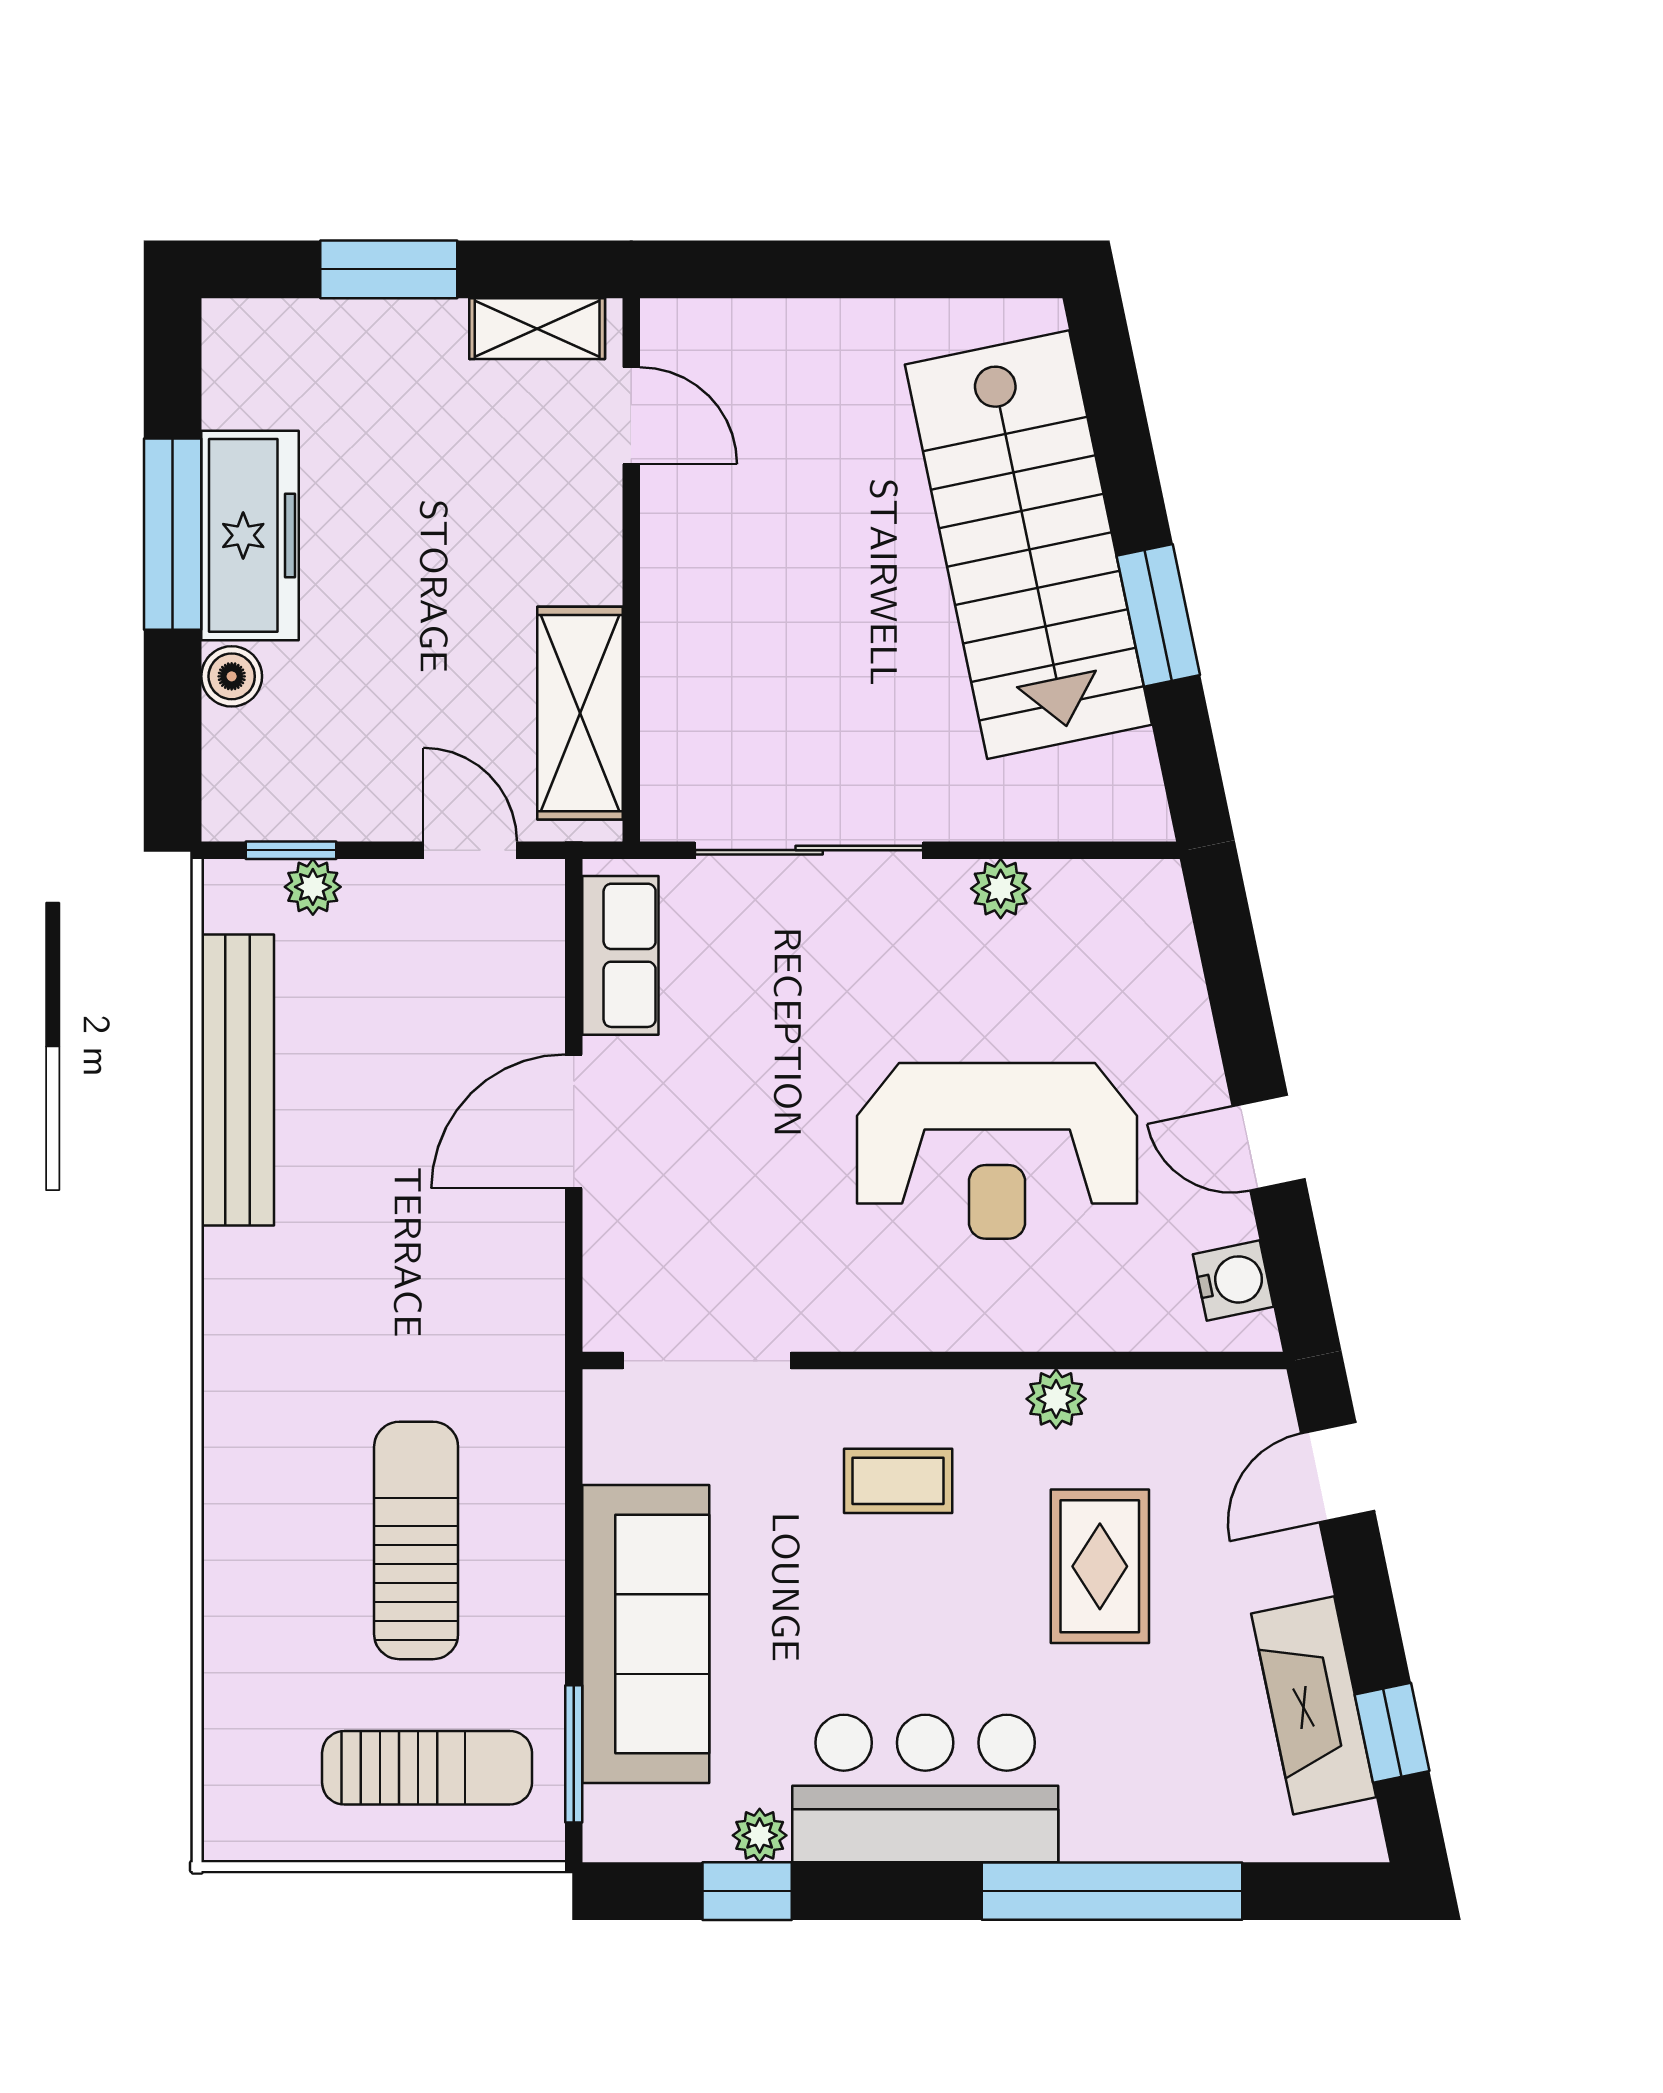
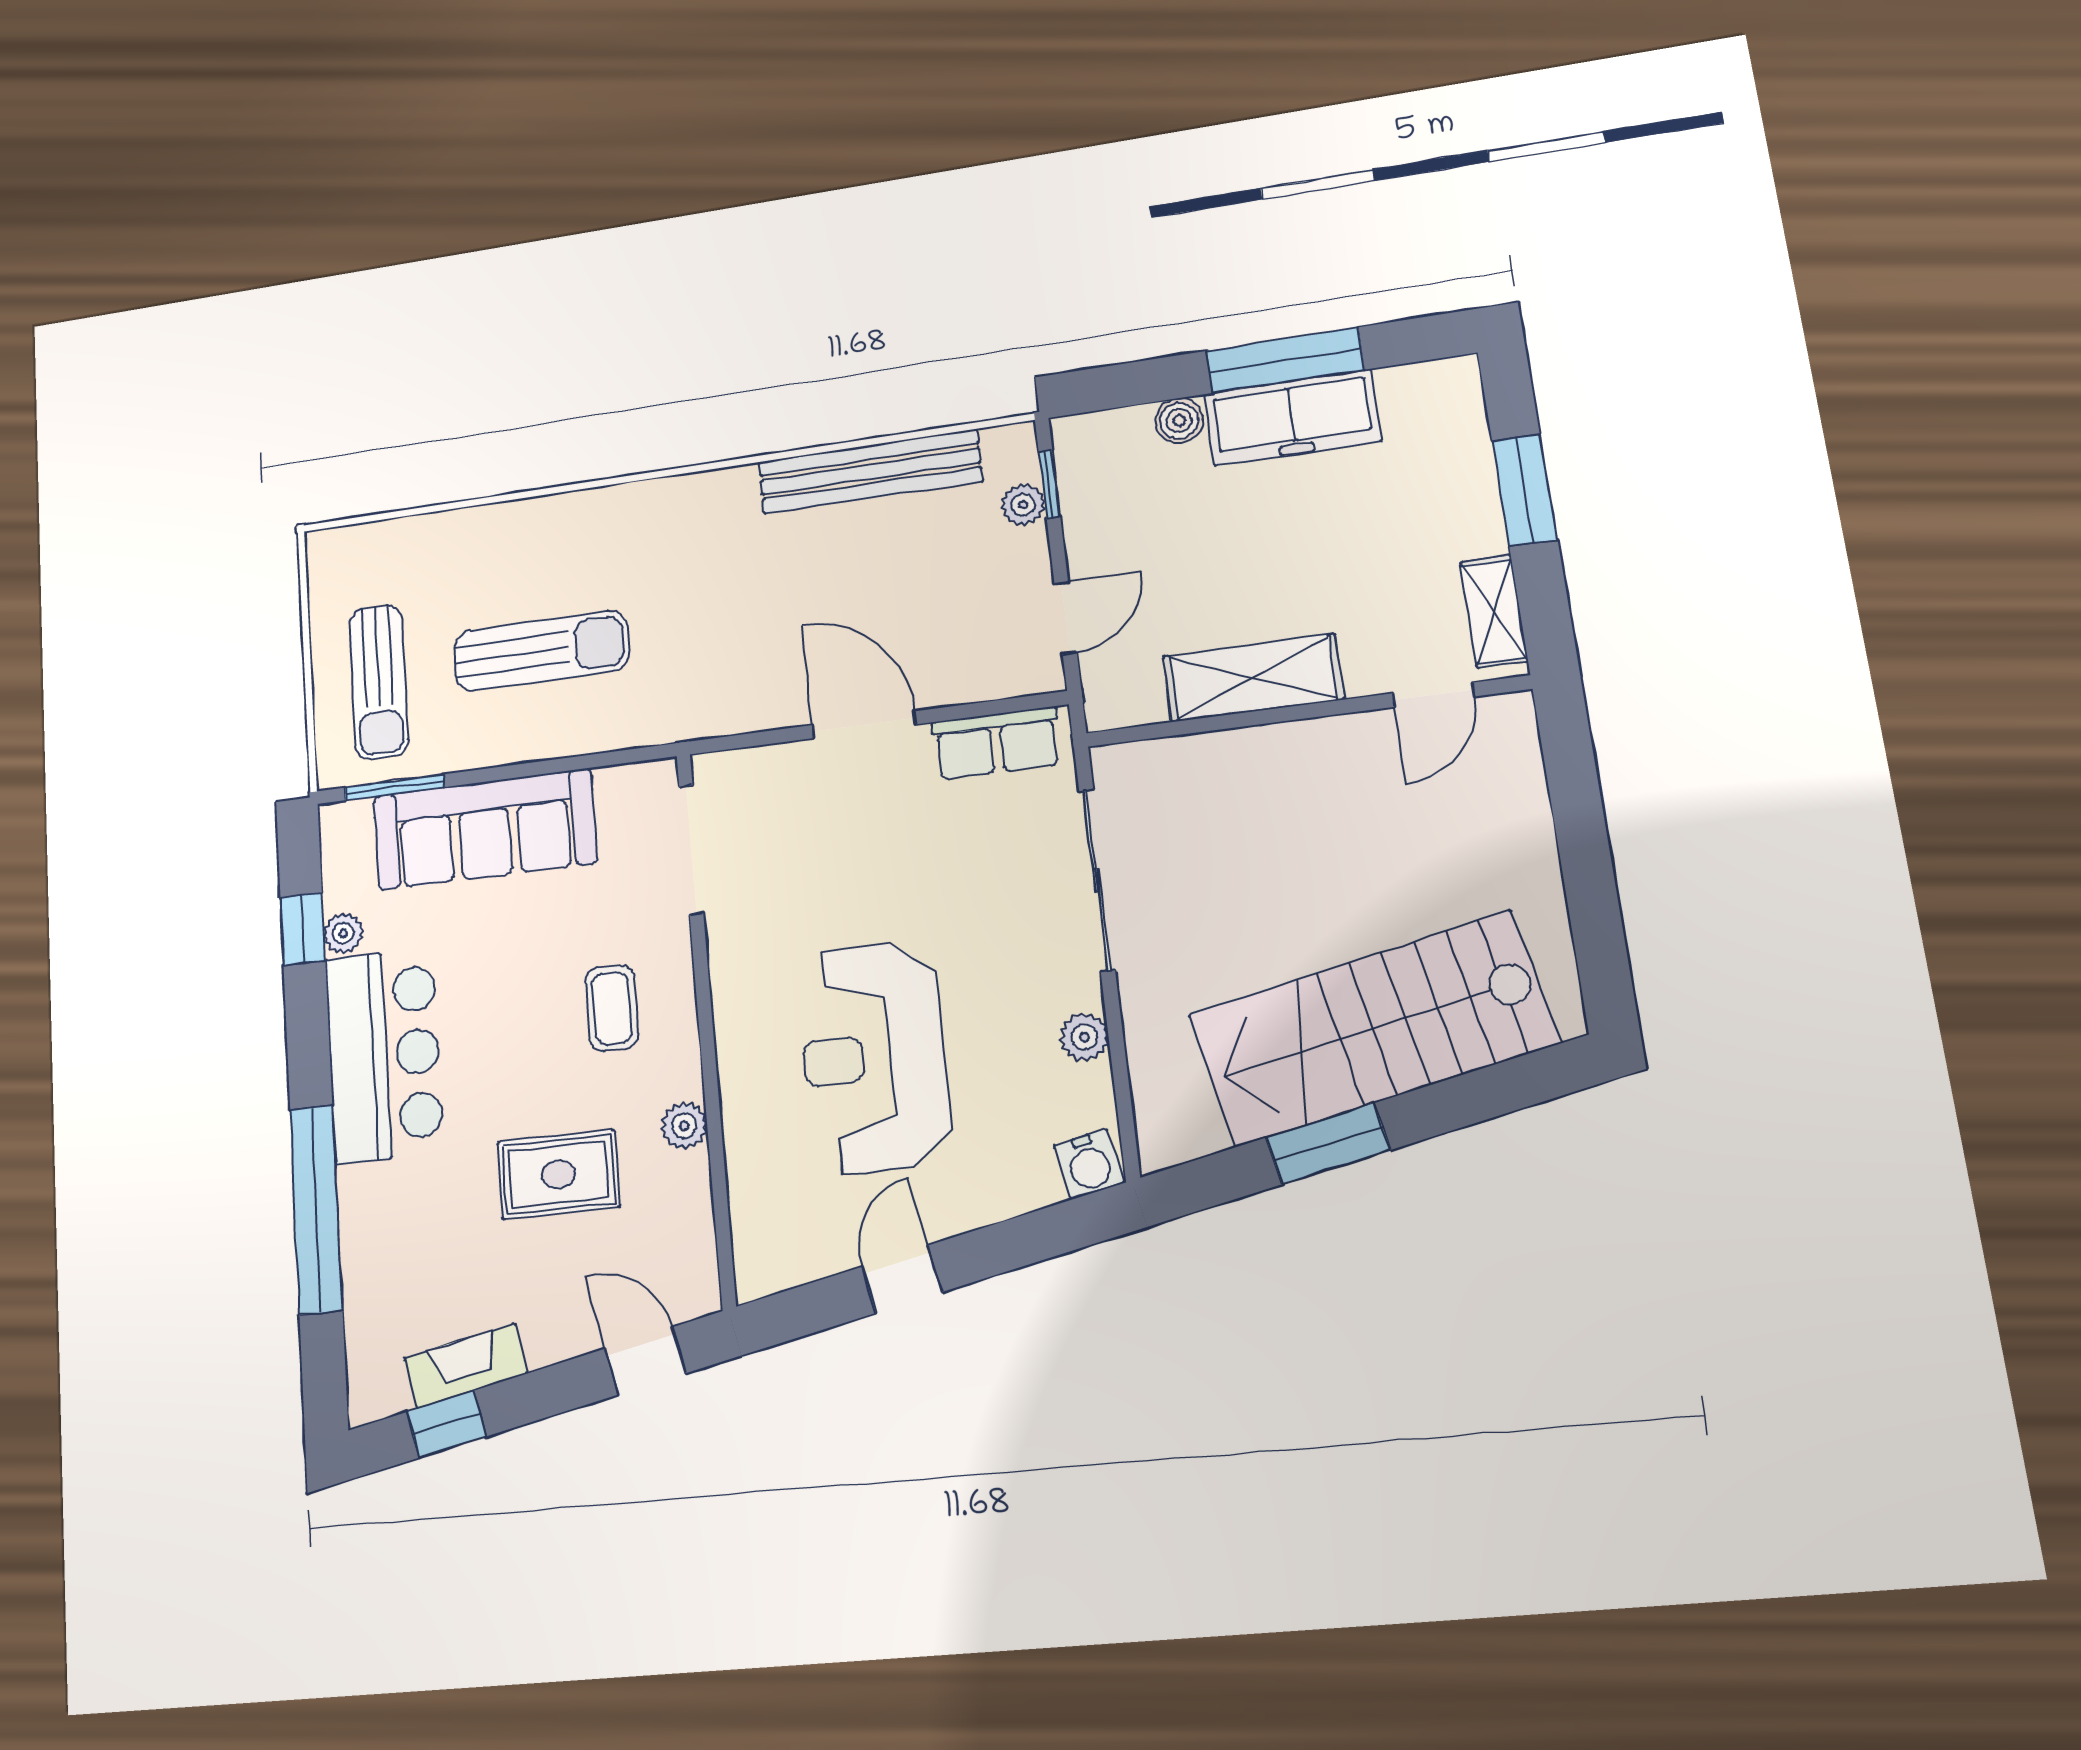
shelving: (580, 713) -> (1253, 678), moved
water cooler: (1233, 1281) -> (1089, 1164), moved
fireplace: (1314, 1705) -> (466, 1366), width x0.73, depth x0.76

